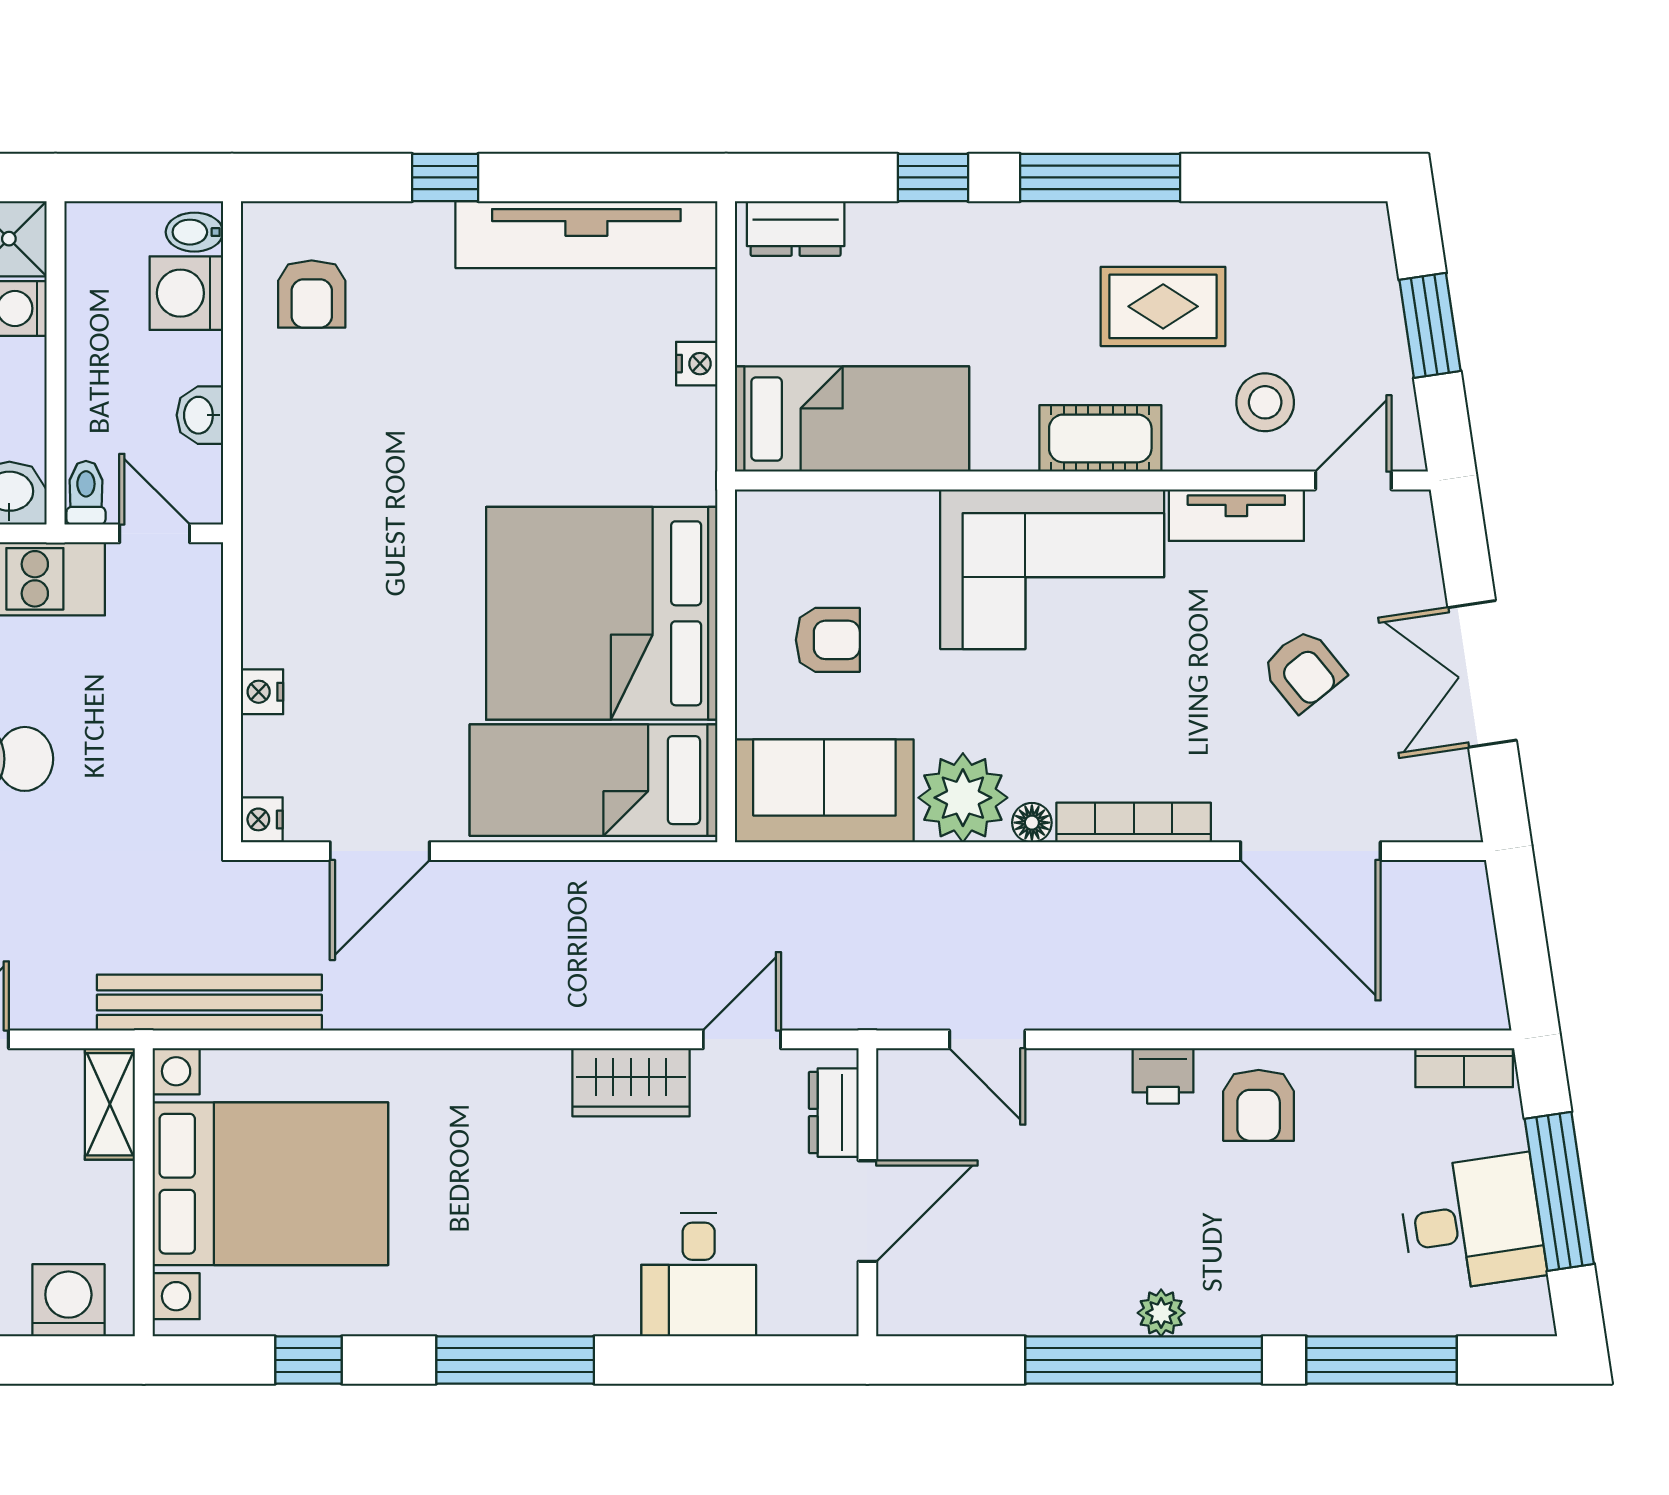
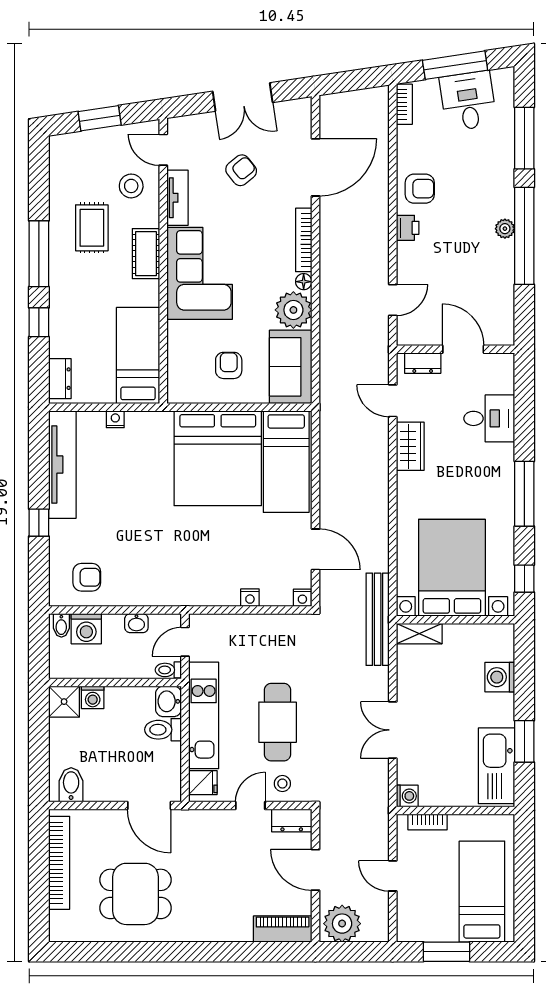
shelving: (110, 1104) -> (419, 634), moved
bed with nightstands: (270, 1184) -> (452, 568), moved
wall: (144, 1192) -> (455, 620), moved

